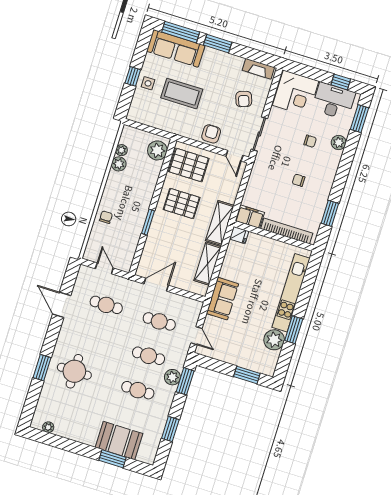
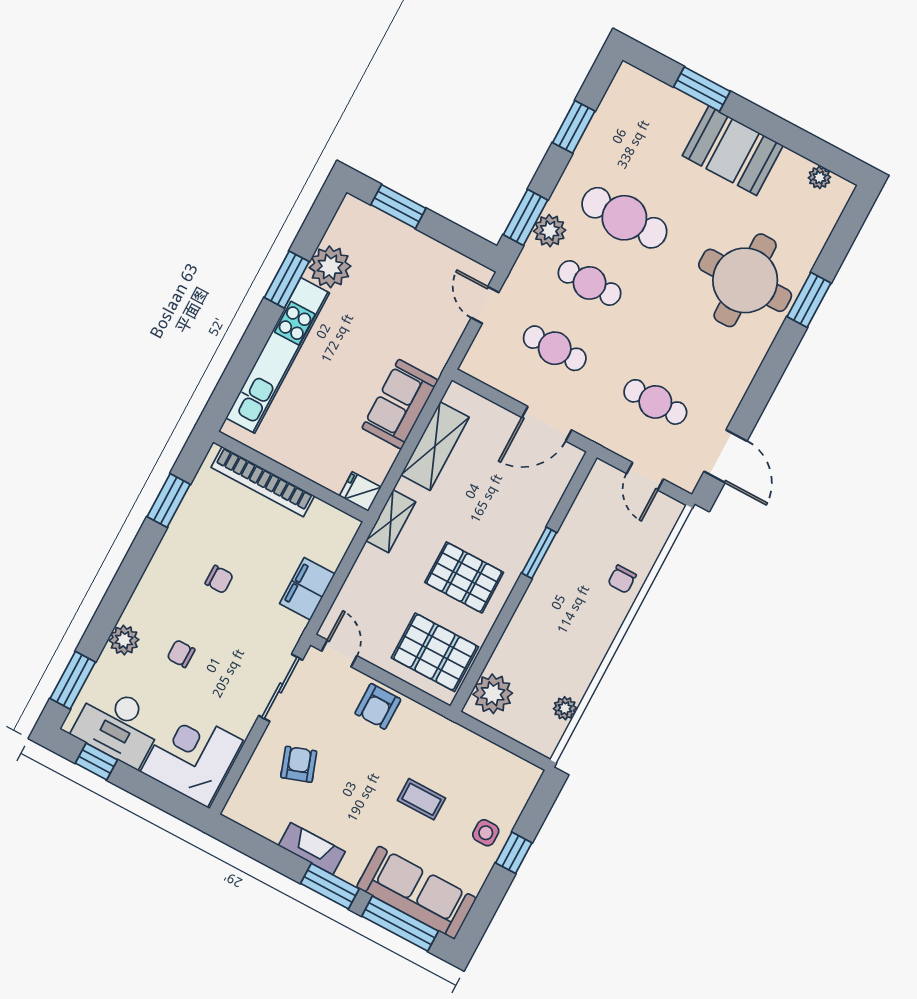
fireplace: (258, 69) -> (312, 849), moved
coffee table: (182, 94) -> (421, 799), width x0.54, depth x0.58
plant: (119, 164) -> (576, 681), removed
filing cabinet: (250, 217) -> (307, 589), moved, turned 90
shelving: (220, 223) -> (391, 521), width x0.67, depth x0.75
sofa: (222, 299) -> (400, 404), moved
door: (62, 305) -> (726, 456), moved
round table: (74, 371) -> (745, 280), width x1.36, depth x1.36
cafe table: (138, 390) -> (624, 218), width x1.37, depth x1.35
booth: (119, 441) -> (733, 151), moved

